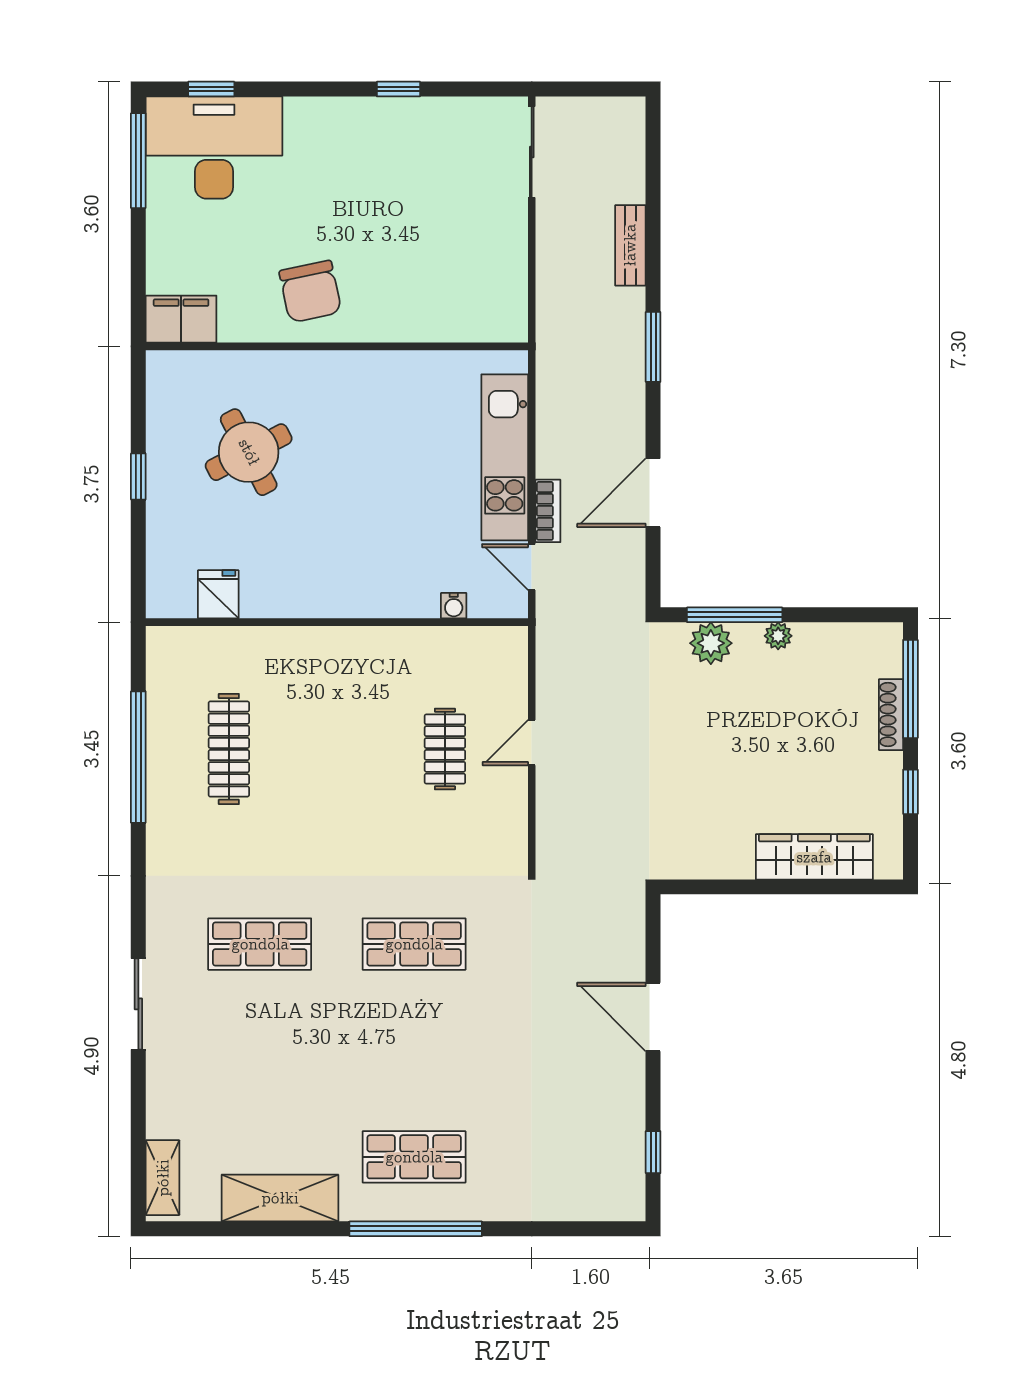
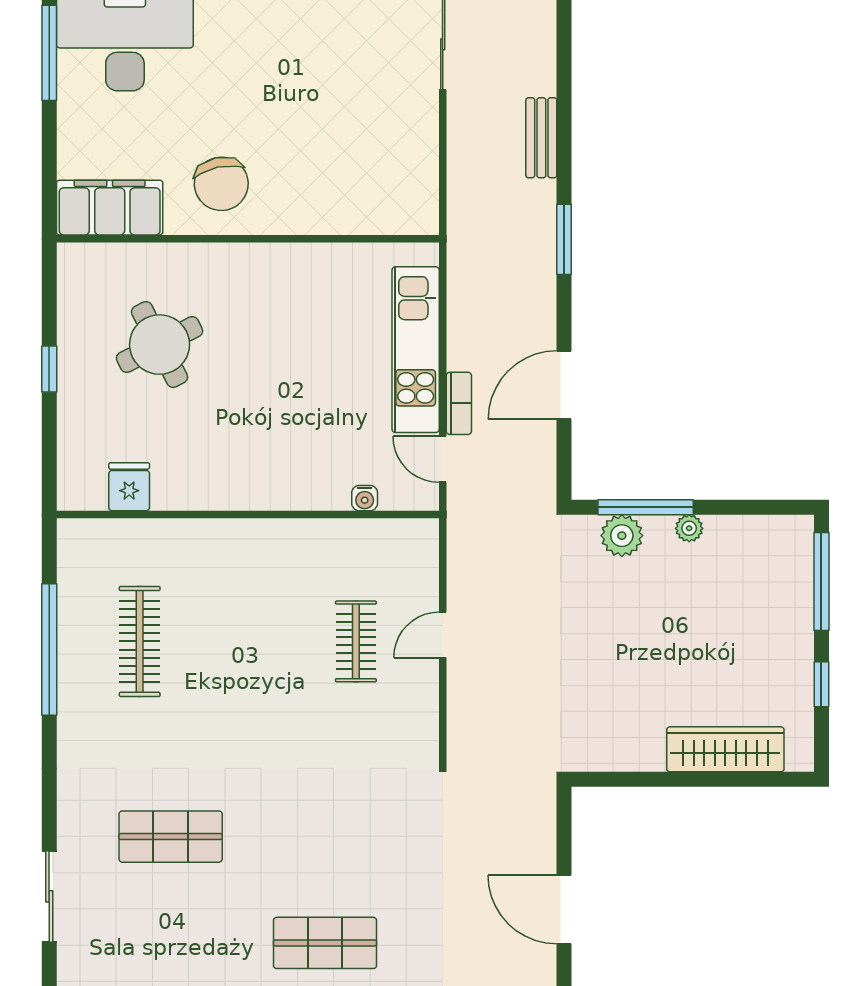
filing cabinet: (181, 319) -> (110, 208), width x1.50, depth x1.17
shoe rack: (891, 715) -> (802, 607), removed
shop shelf: (414, 944) -> (325, 943), moved

